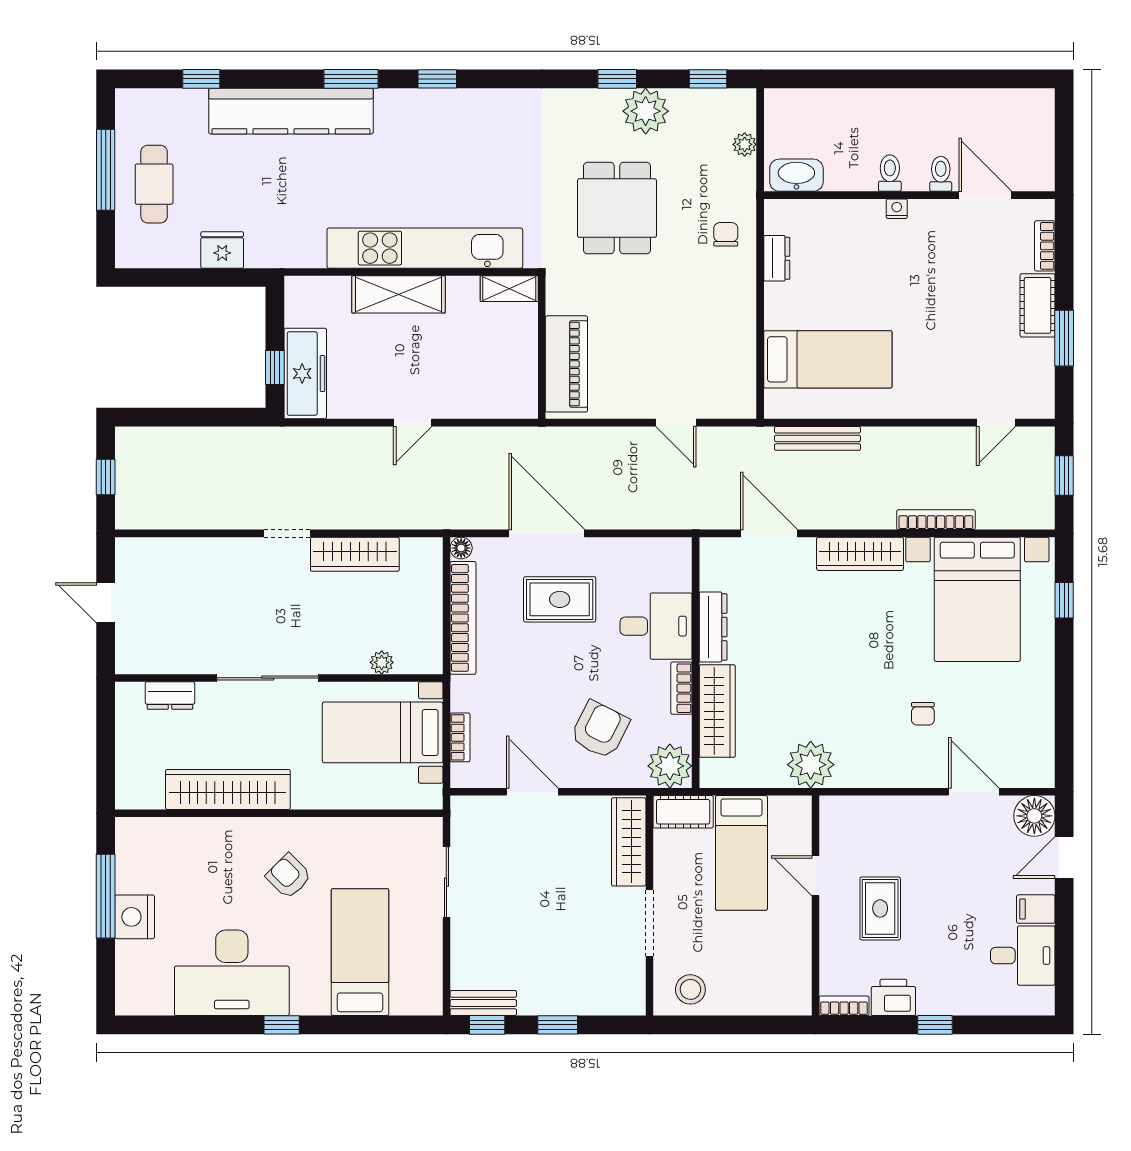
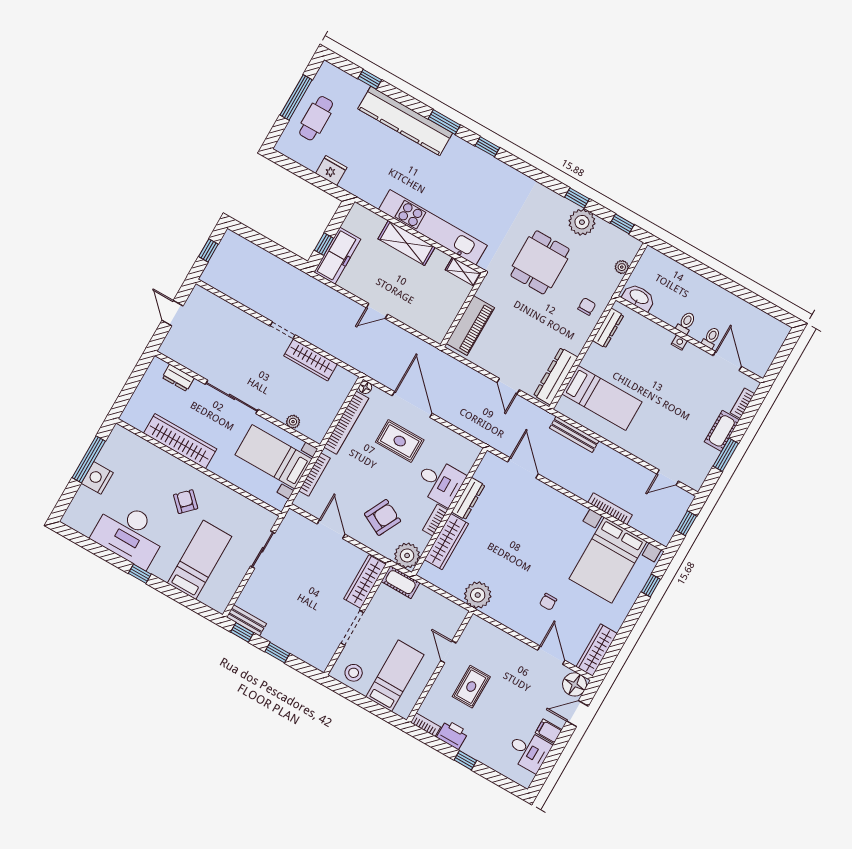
dresser: (777, 258) -> (608, 328), width x1.44
dresser: (739, 367) -> (556, 376), added
wardrobe: (860, 554) -> (597, 650), moved, turned 90
bookcase: (460, 737) -> (315, 474), width x1.56
bed: (741, 853) -> (395, 676), moved, turned 180

